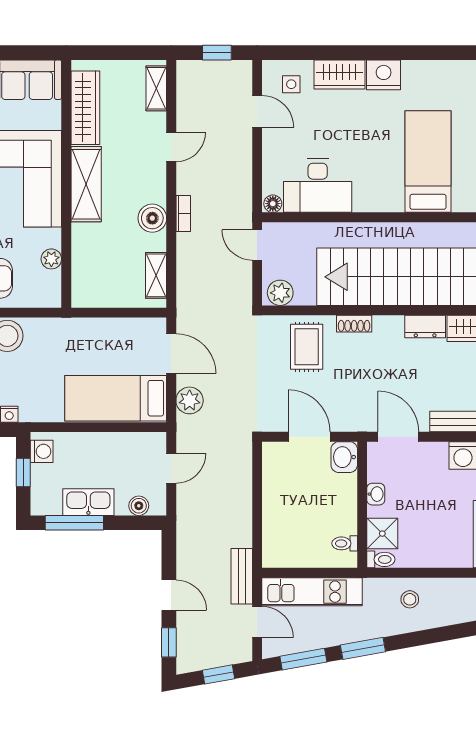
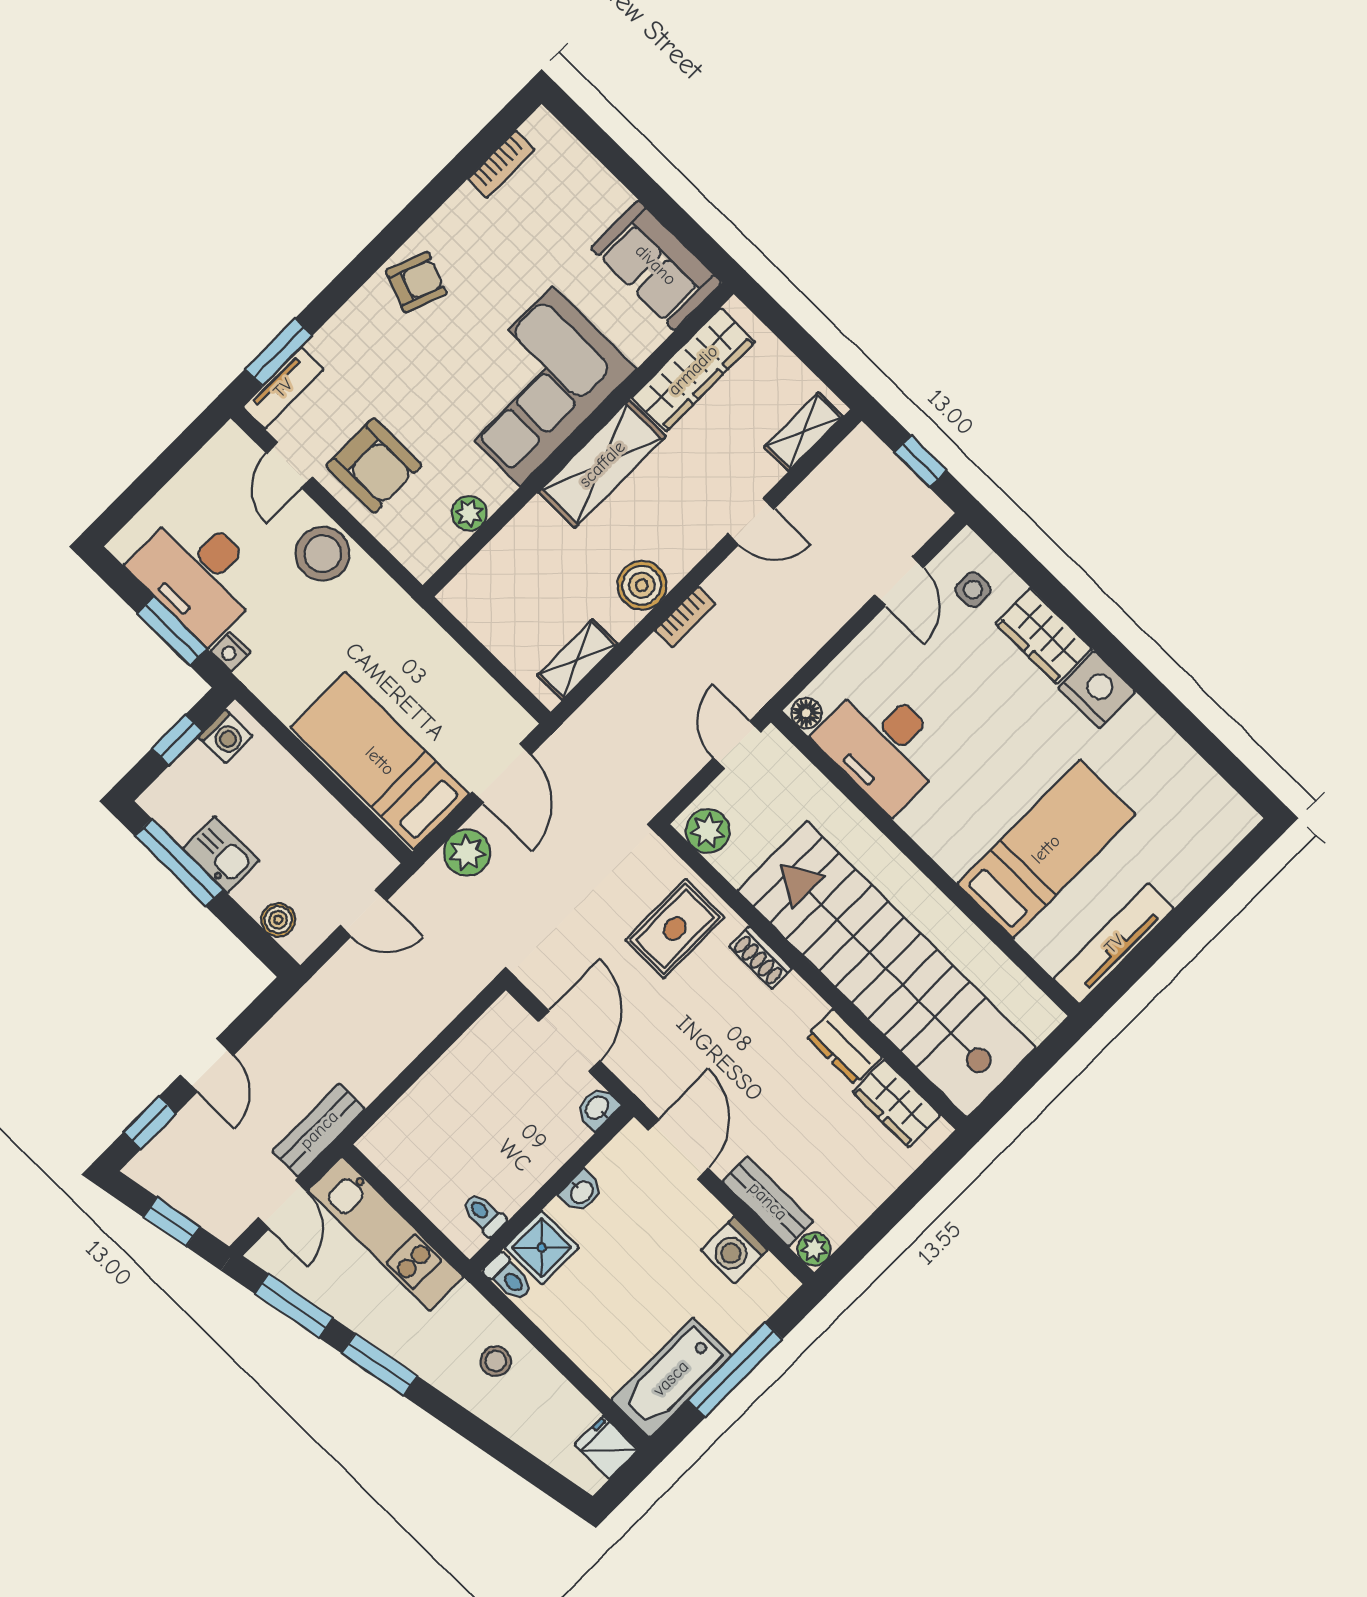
washbasin: (344, 457) -> (598, 1108), width x0.72, depth x0.69
kitchen sink: (88, 502) -> (221, 854), width x0.73

